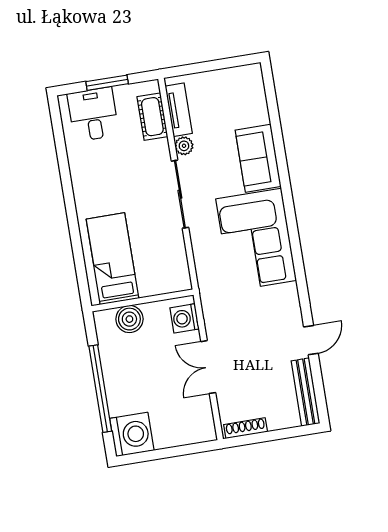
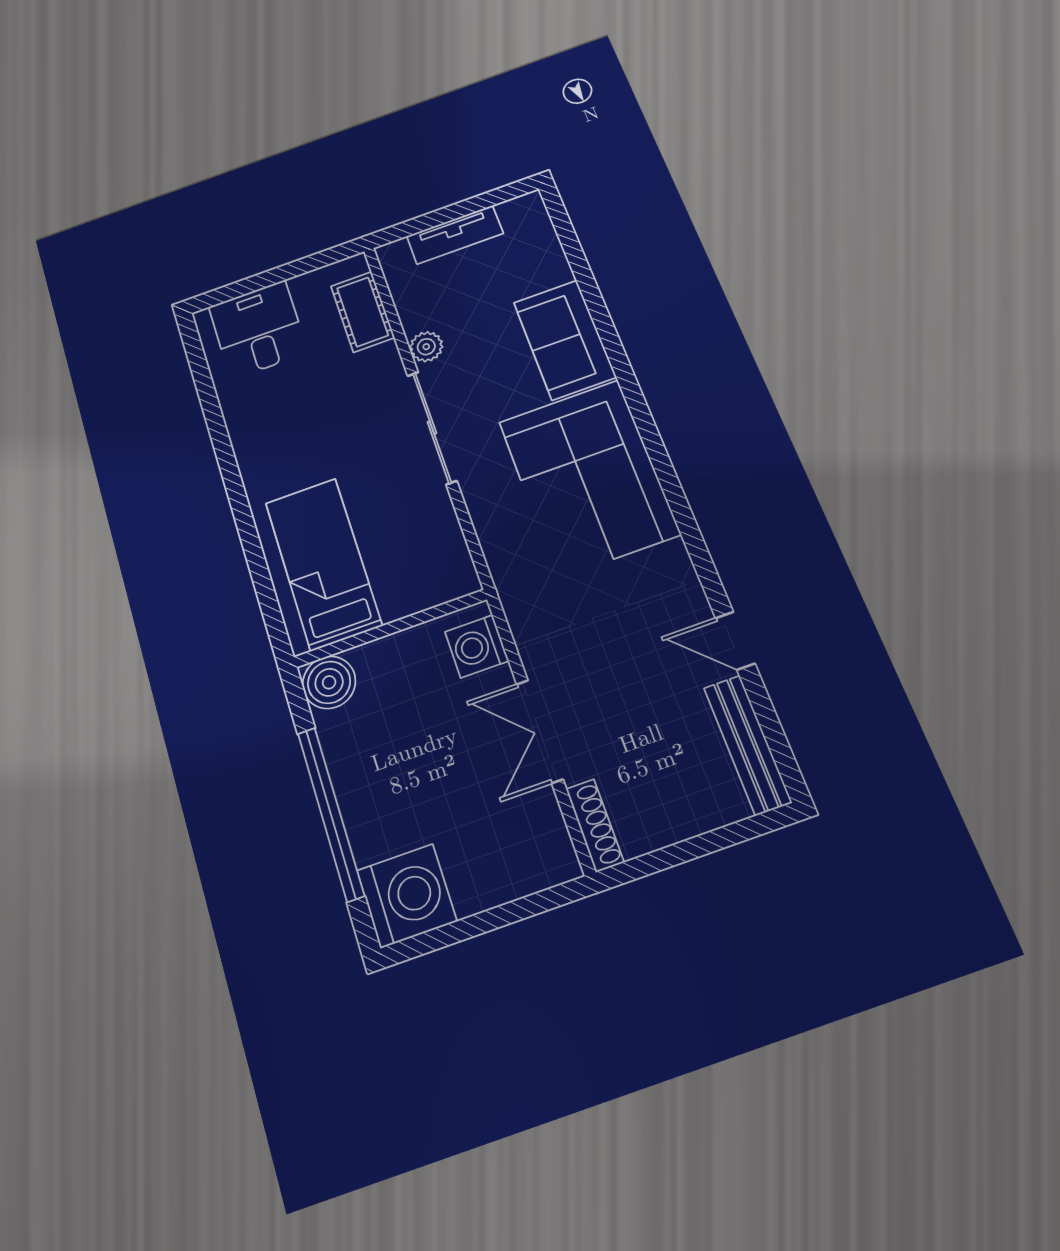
window: (107, 83) -> (276, 276), removed
tv unit: (179, 110) -> (455, 235), moved, turned 90
boiler: (129, 319) -> (329, 682), moved
door: (311, 340) -> (735, 641), swing flipped
shoe rack: (246, 428) -> (595, 825), moved, turned 90

